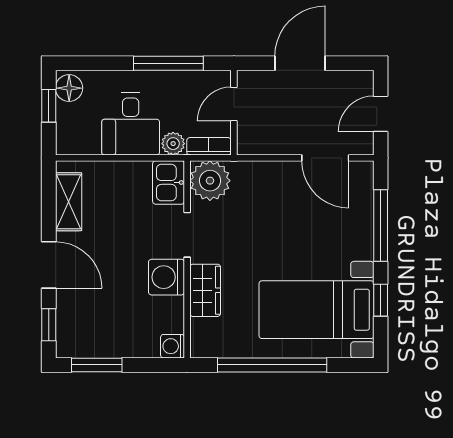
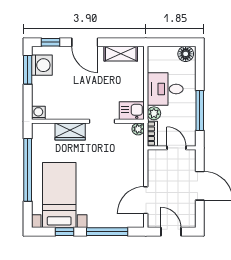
window: (49, 106) -> (176, 42), removed
plant: (210, 181) -> (138, 129), width x0.53, depth x0.53
door: (49, 265) -> (85, 42), hinge flipped
washing machine: (166, 277) -> (42, 65), moved, turned 90

